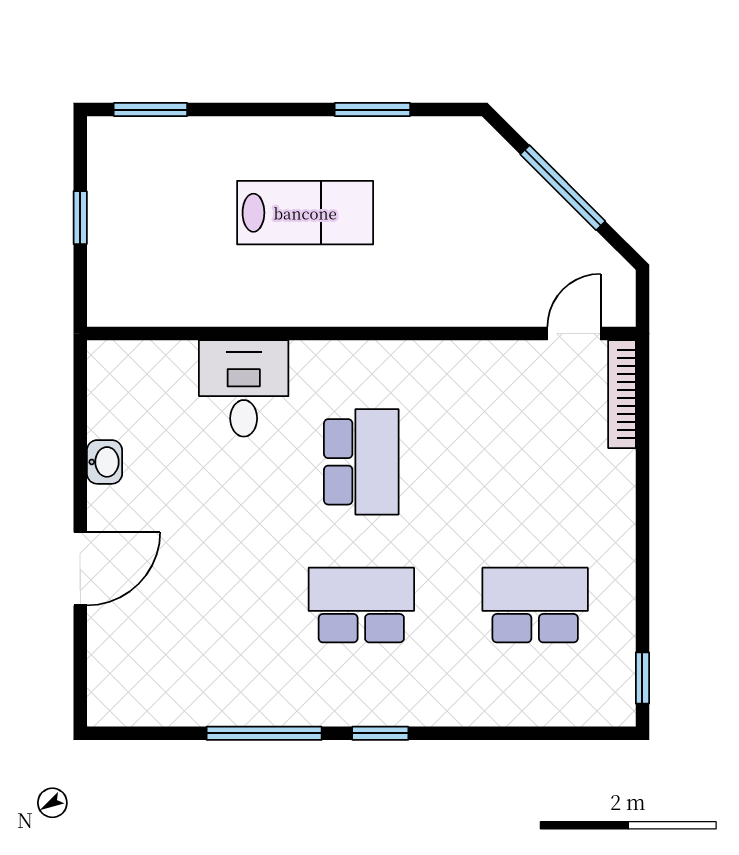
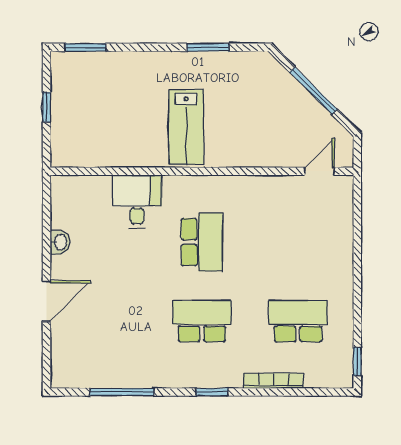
lab bench: (305, 213) -> (186, 127), moved, turned 90
bookcase: (622, 394) -> (274, 381), moved, turned 90
window: (264, 733) -> (122, 392), moved

